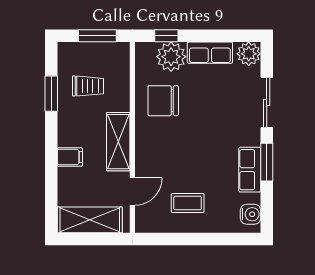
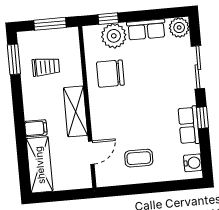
window: (51, 94) -> (14, 59), moved
window: (267, 162) -> (202, 118), width x0.67
shelving: (90, 220) -> (40, 165), moved, turned 90

